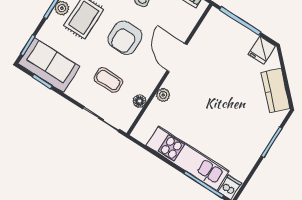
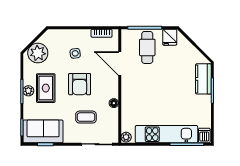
cafe table: (229, 45) -> (147, 47), added
door: (177, 58) -> (120, 63), moved
kitchen counter: (276, 90) -> (203, 79), moved, turned 45
plant: (163, 95) -> (126, 137), moved
floor lamp: (140, 101) -> (114, 103), moved

